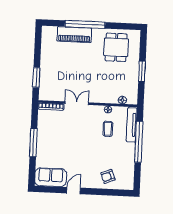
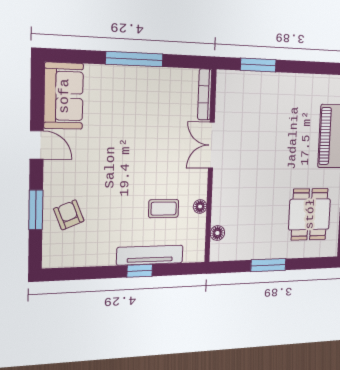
dining table: (116, 47) -> (310, 214), turned 90
double door: (77, 103) -> (211, 145), swing flipped
tv unit: (132, 125) -> (150, 255), moved
window: (139, 142) -> (140, 271), width x0.32
window: (104, 192) -> (36, 210), added

